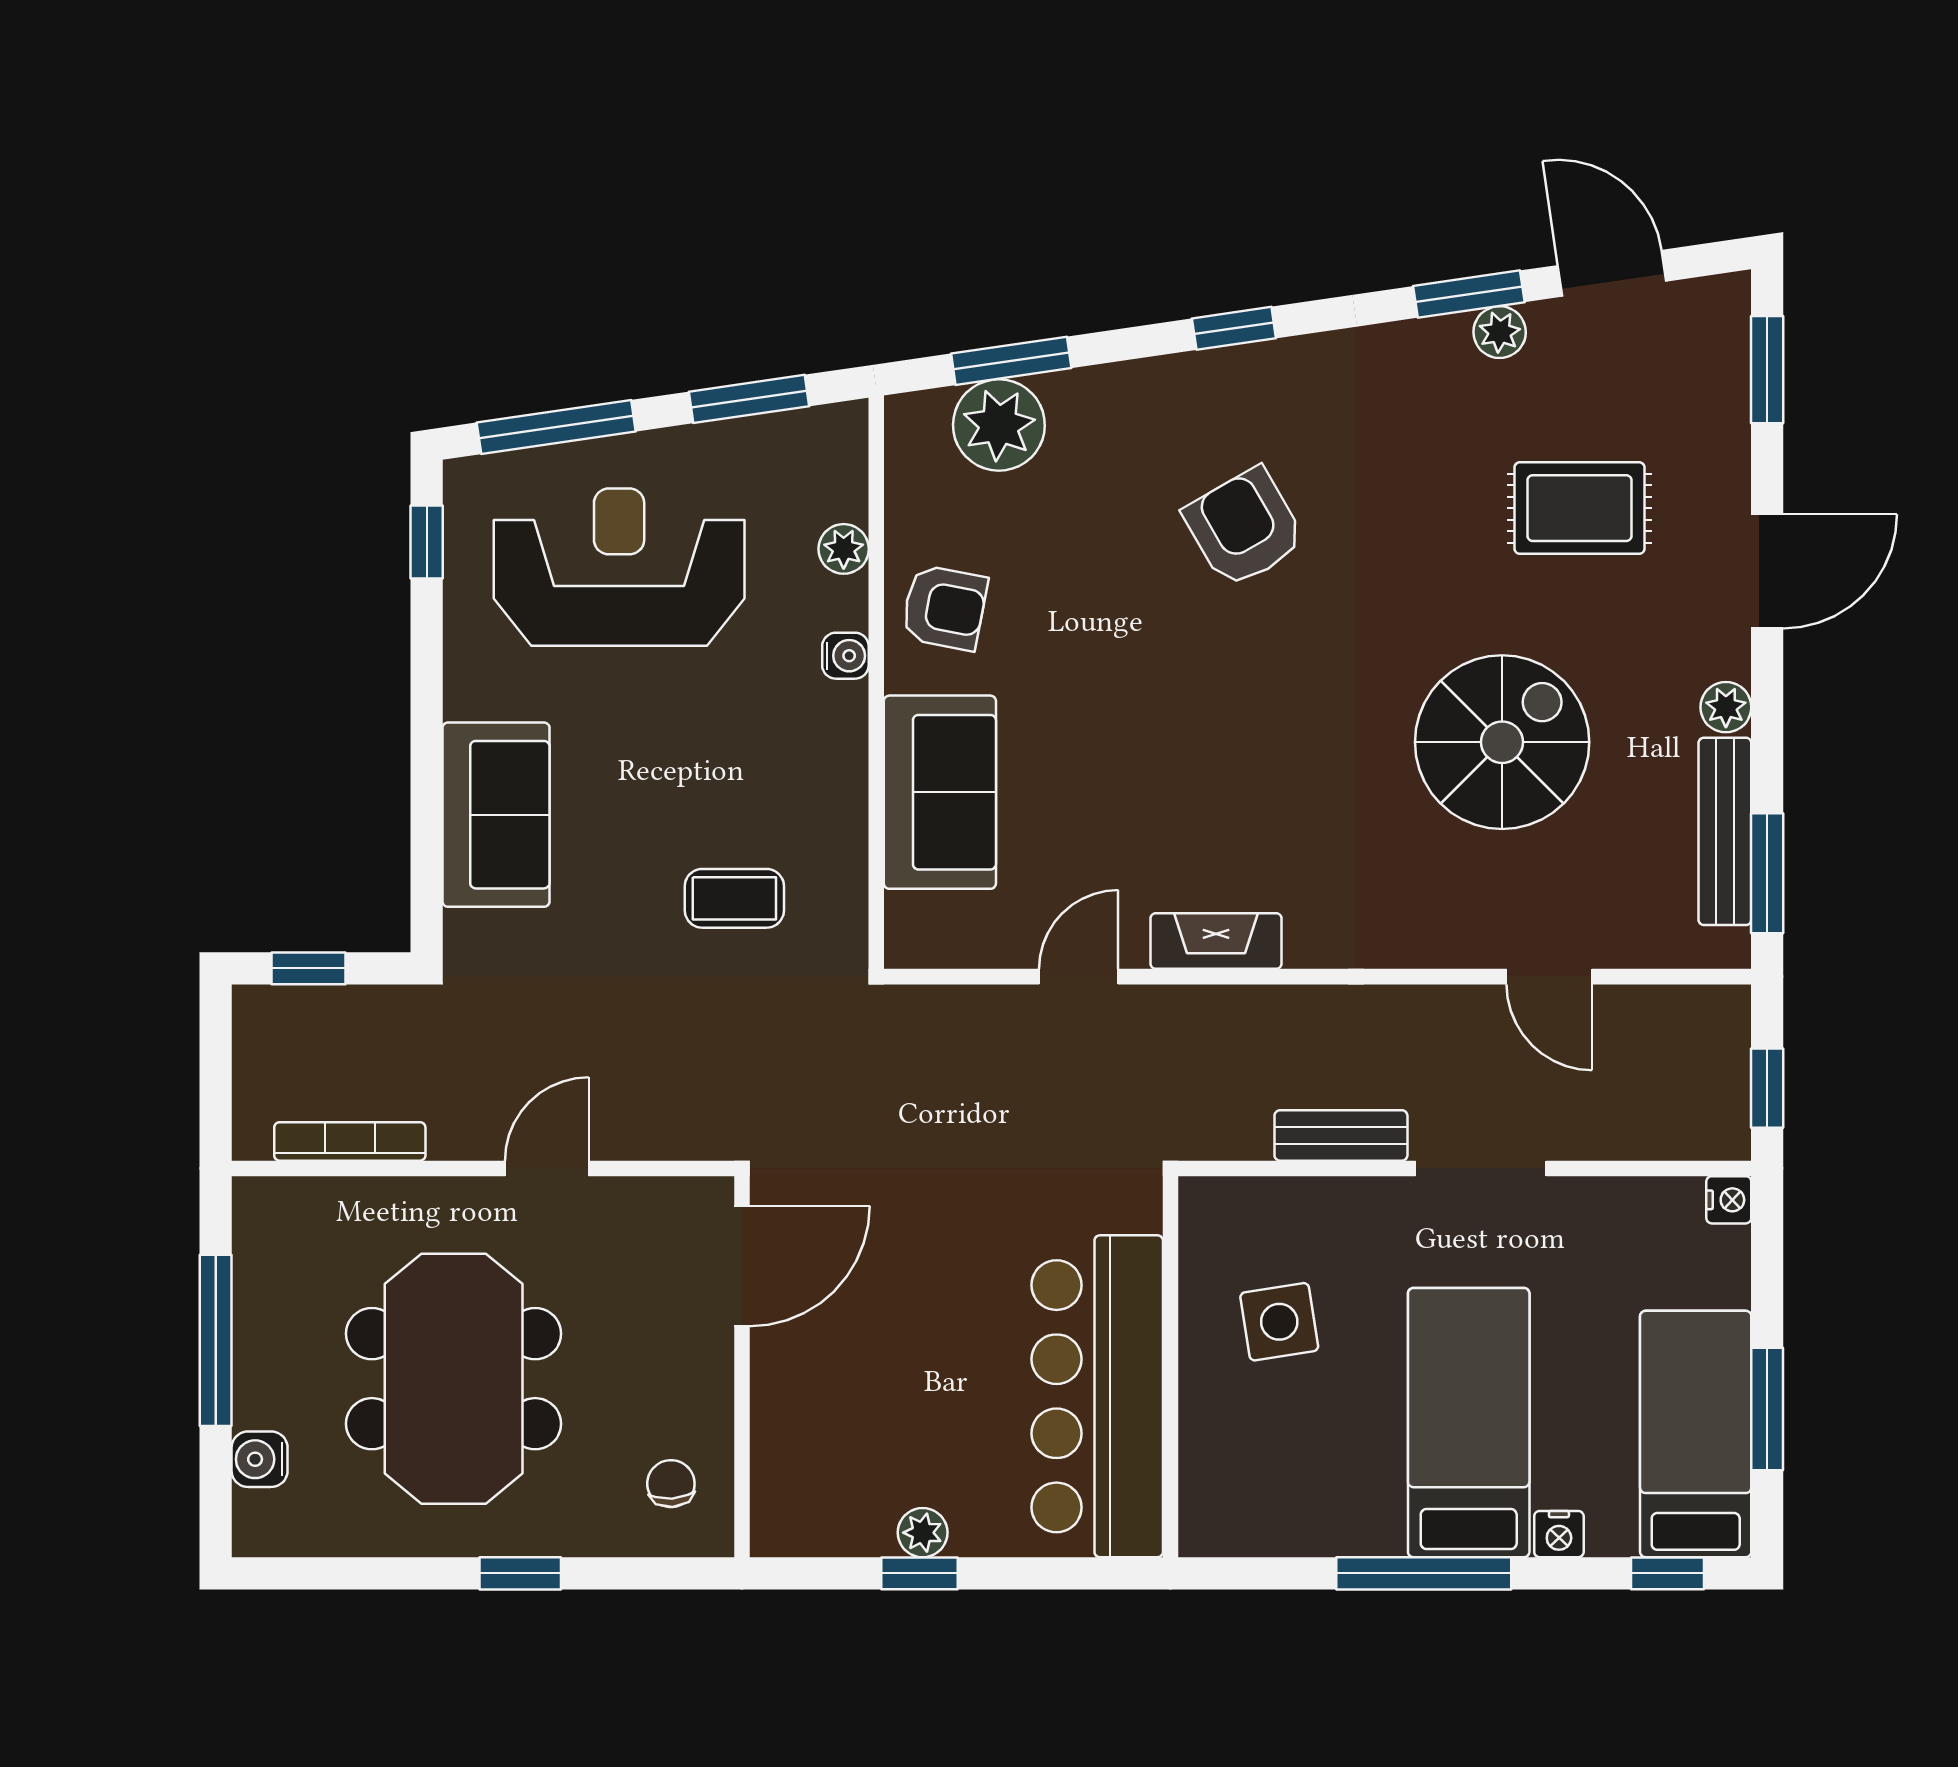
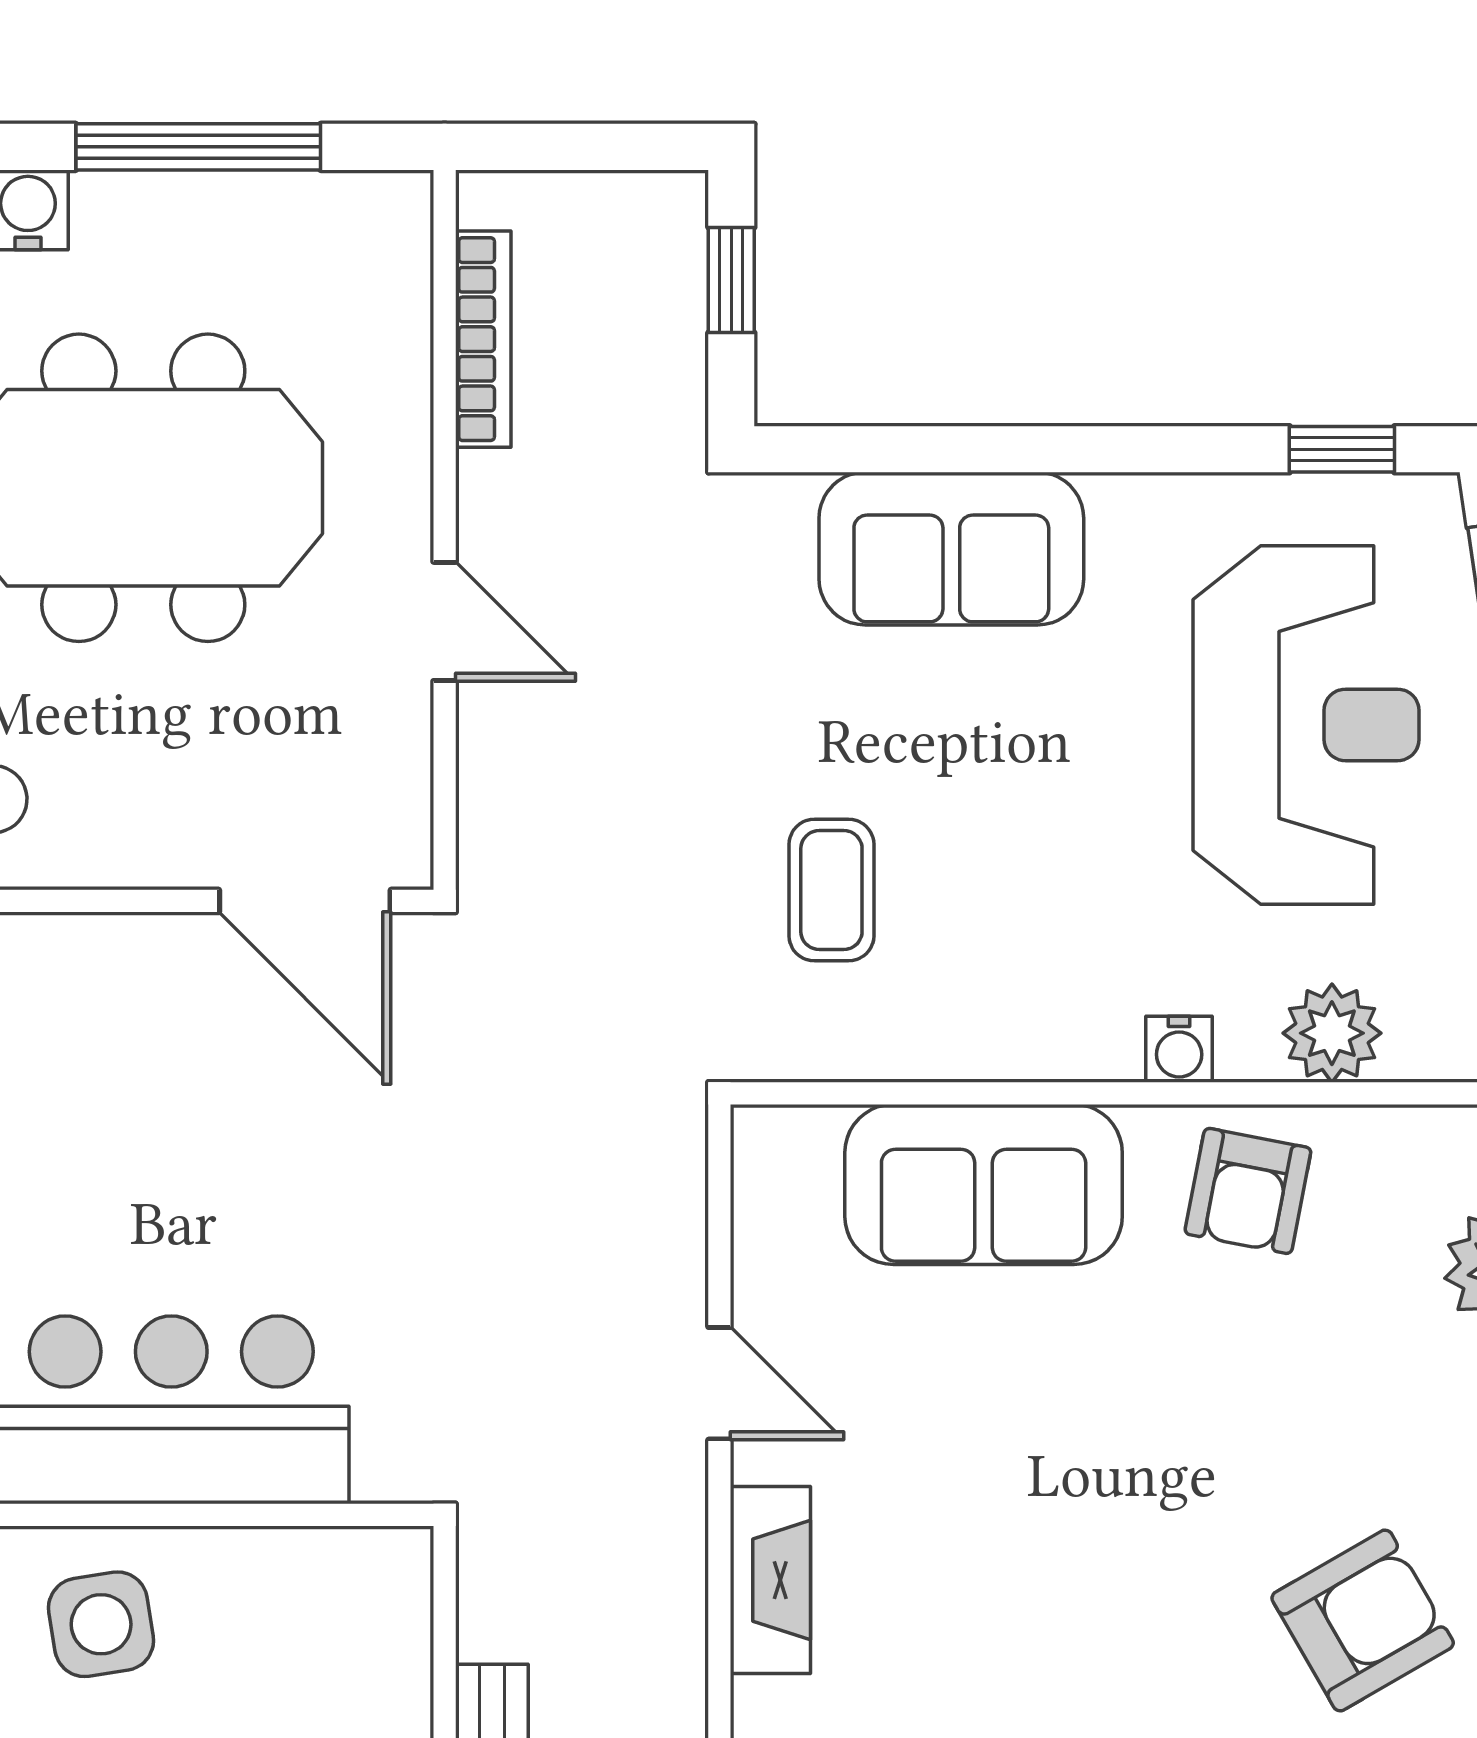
plant: (844, 549) -> (1332, 1033), width x1.38, depth x1.38
side table: (1279, 1322) -> (101, 1624), moved

